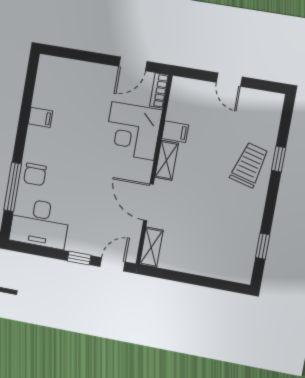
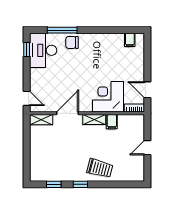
filing cabinet: (40, 117) -> (130, 40), moved
window: (279, 159) -> (80, 184), moved
window: (79, 258) -> (27, 49), moved

